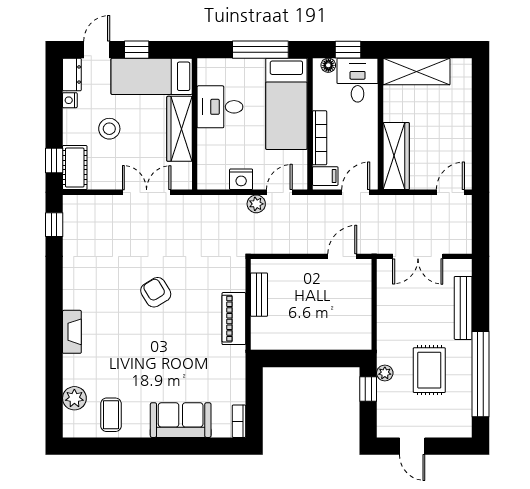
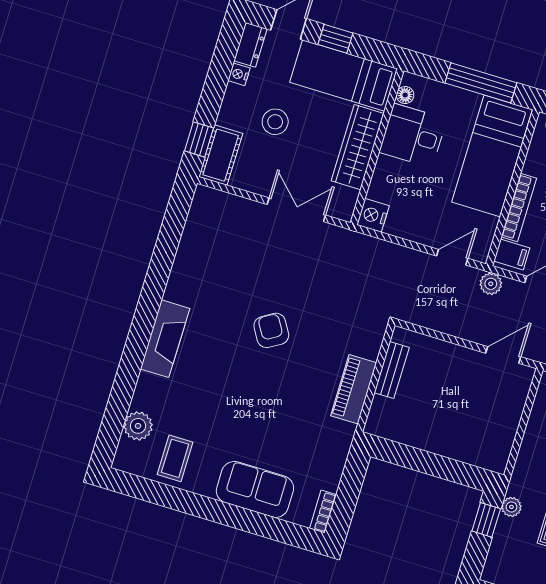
floor lamp: (204, 77) -> (405, 95), added
nightstand: (241, 179) -> (373, 215), moved, turned 90
plant: (256, 204) -> (491, 284), moved
window: (54, 225) -> (176, 215), removed
fireplace: (72, 332) -> (165, 339), width x1.37, depth x1.32

